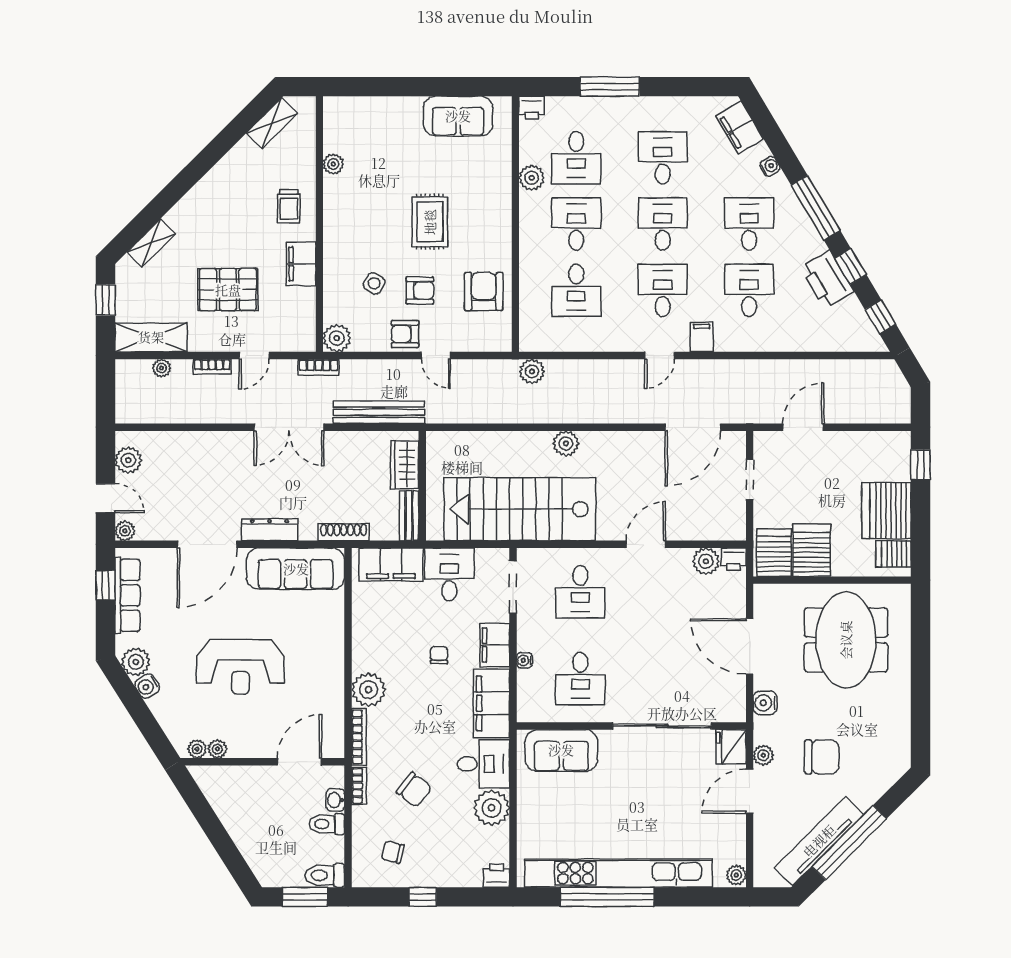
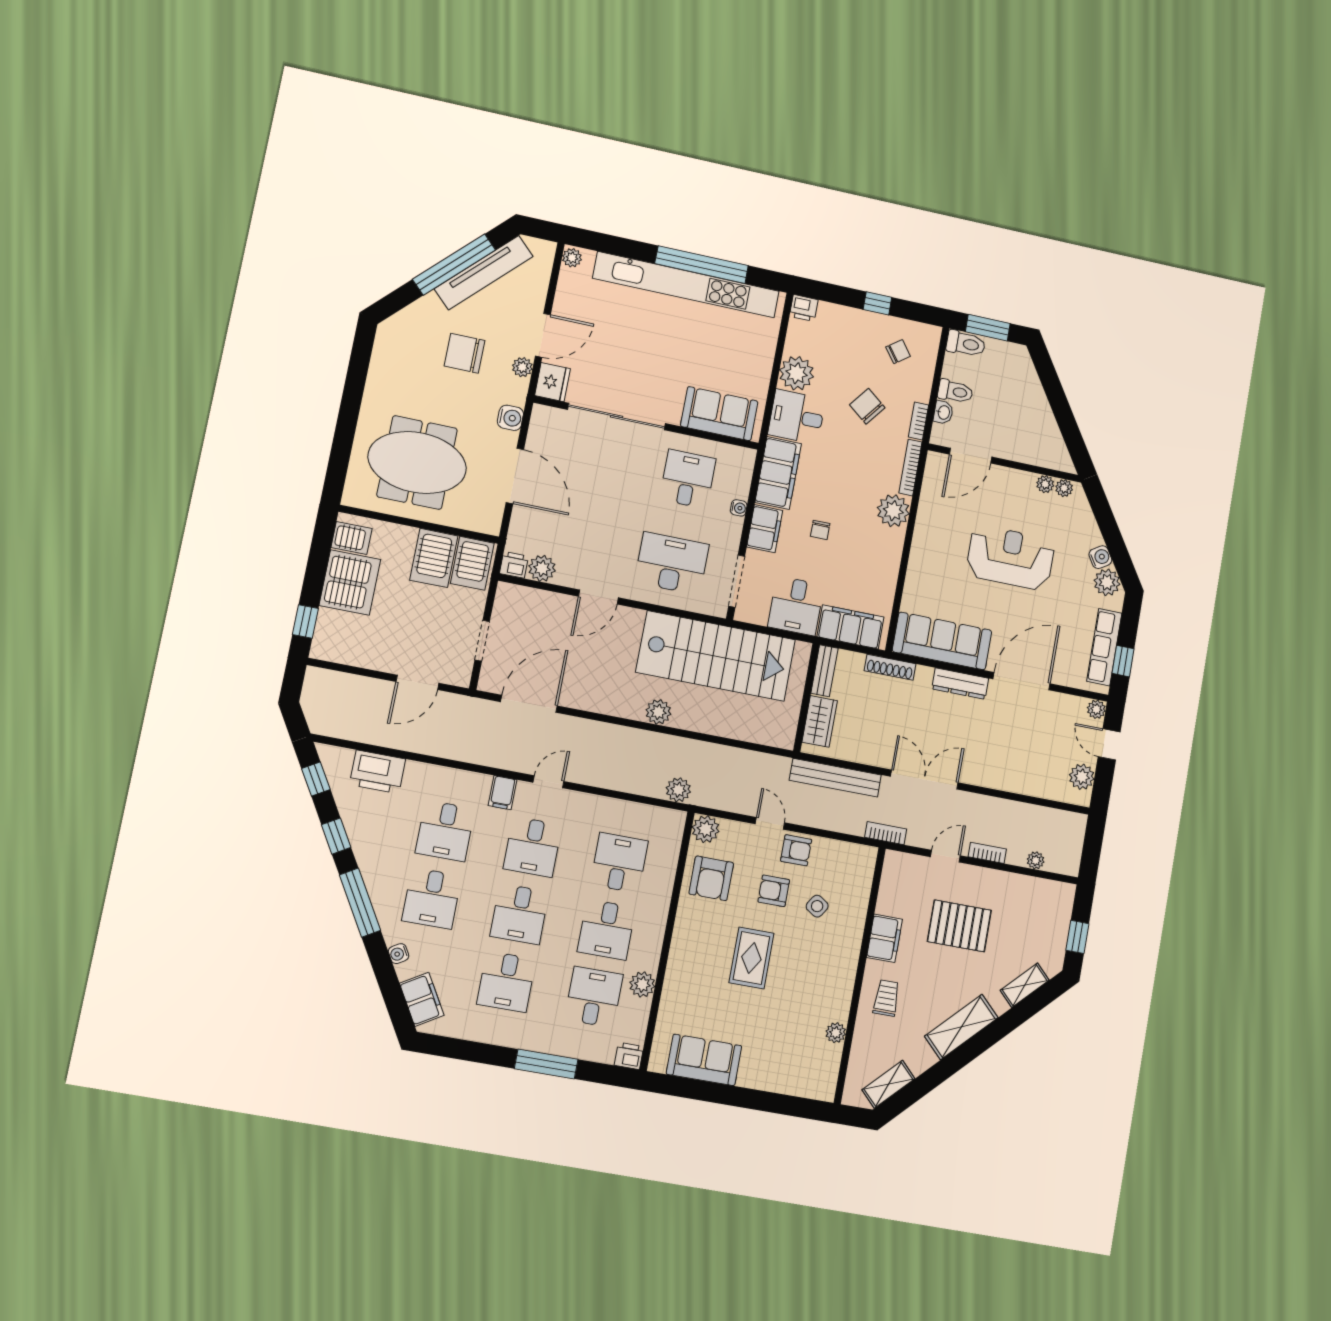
printer: (827, 280) -> (377, 772), moved, turned 121
shelving: (151, 337) -> (961, 1027), moved, turned -45
plant: (337, 338) -> (706, 829), moved
desk: (580, 592) -> (672, 563), width x1.37
meeting table: (846, 640) -> (417, 463), turned 90
chair: (393, 852) -> (898, 352), turned -50

